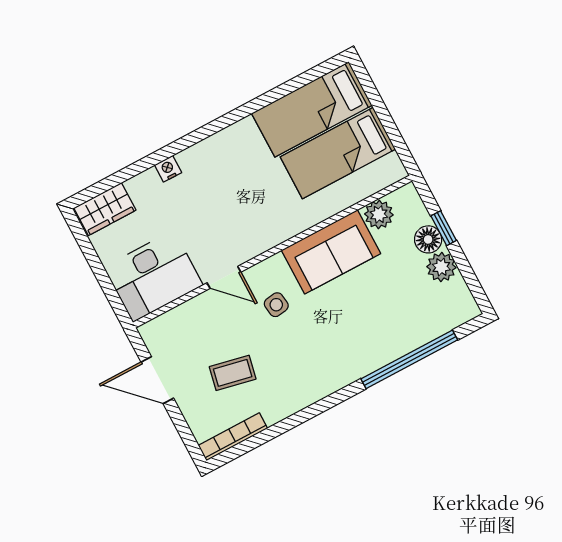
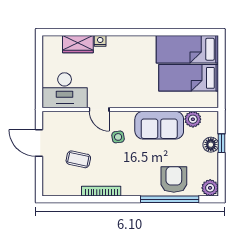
wardrobe: (105, 209) -> (78, 44), moved
plant: (441, 267) -> (210, 188), moved
armchair: (399, 325) -> (174, 179), added
bookcase: (233, 437) -> (101, 191), moved

